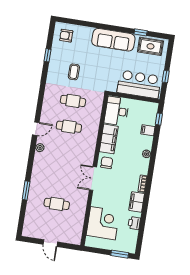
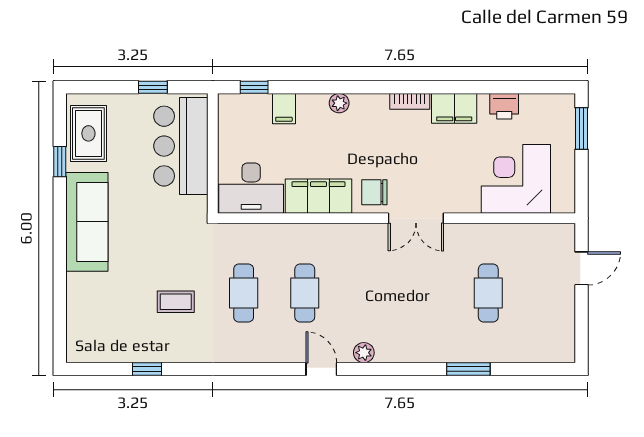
armchair: (66, 36) -> (95, 333), removed
door: (50, 243) -> (581, 268), moved

